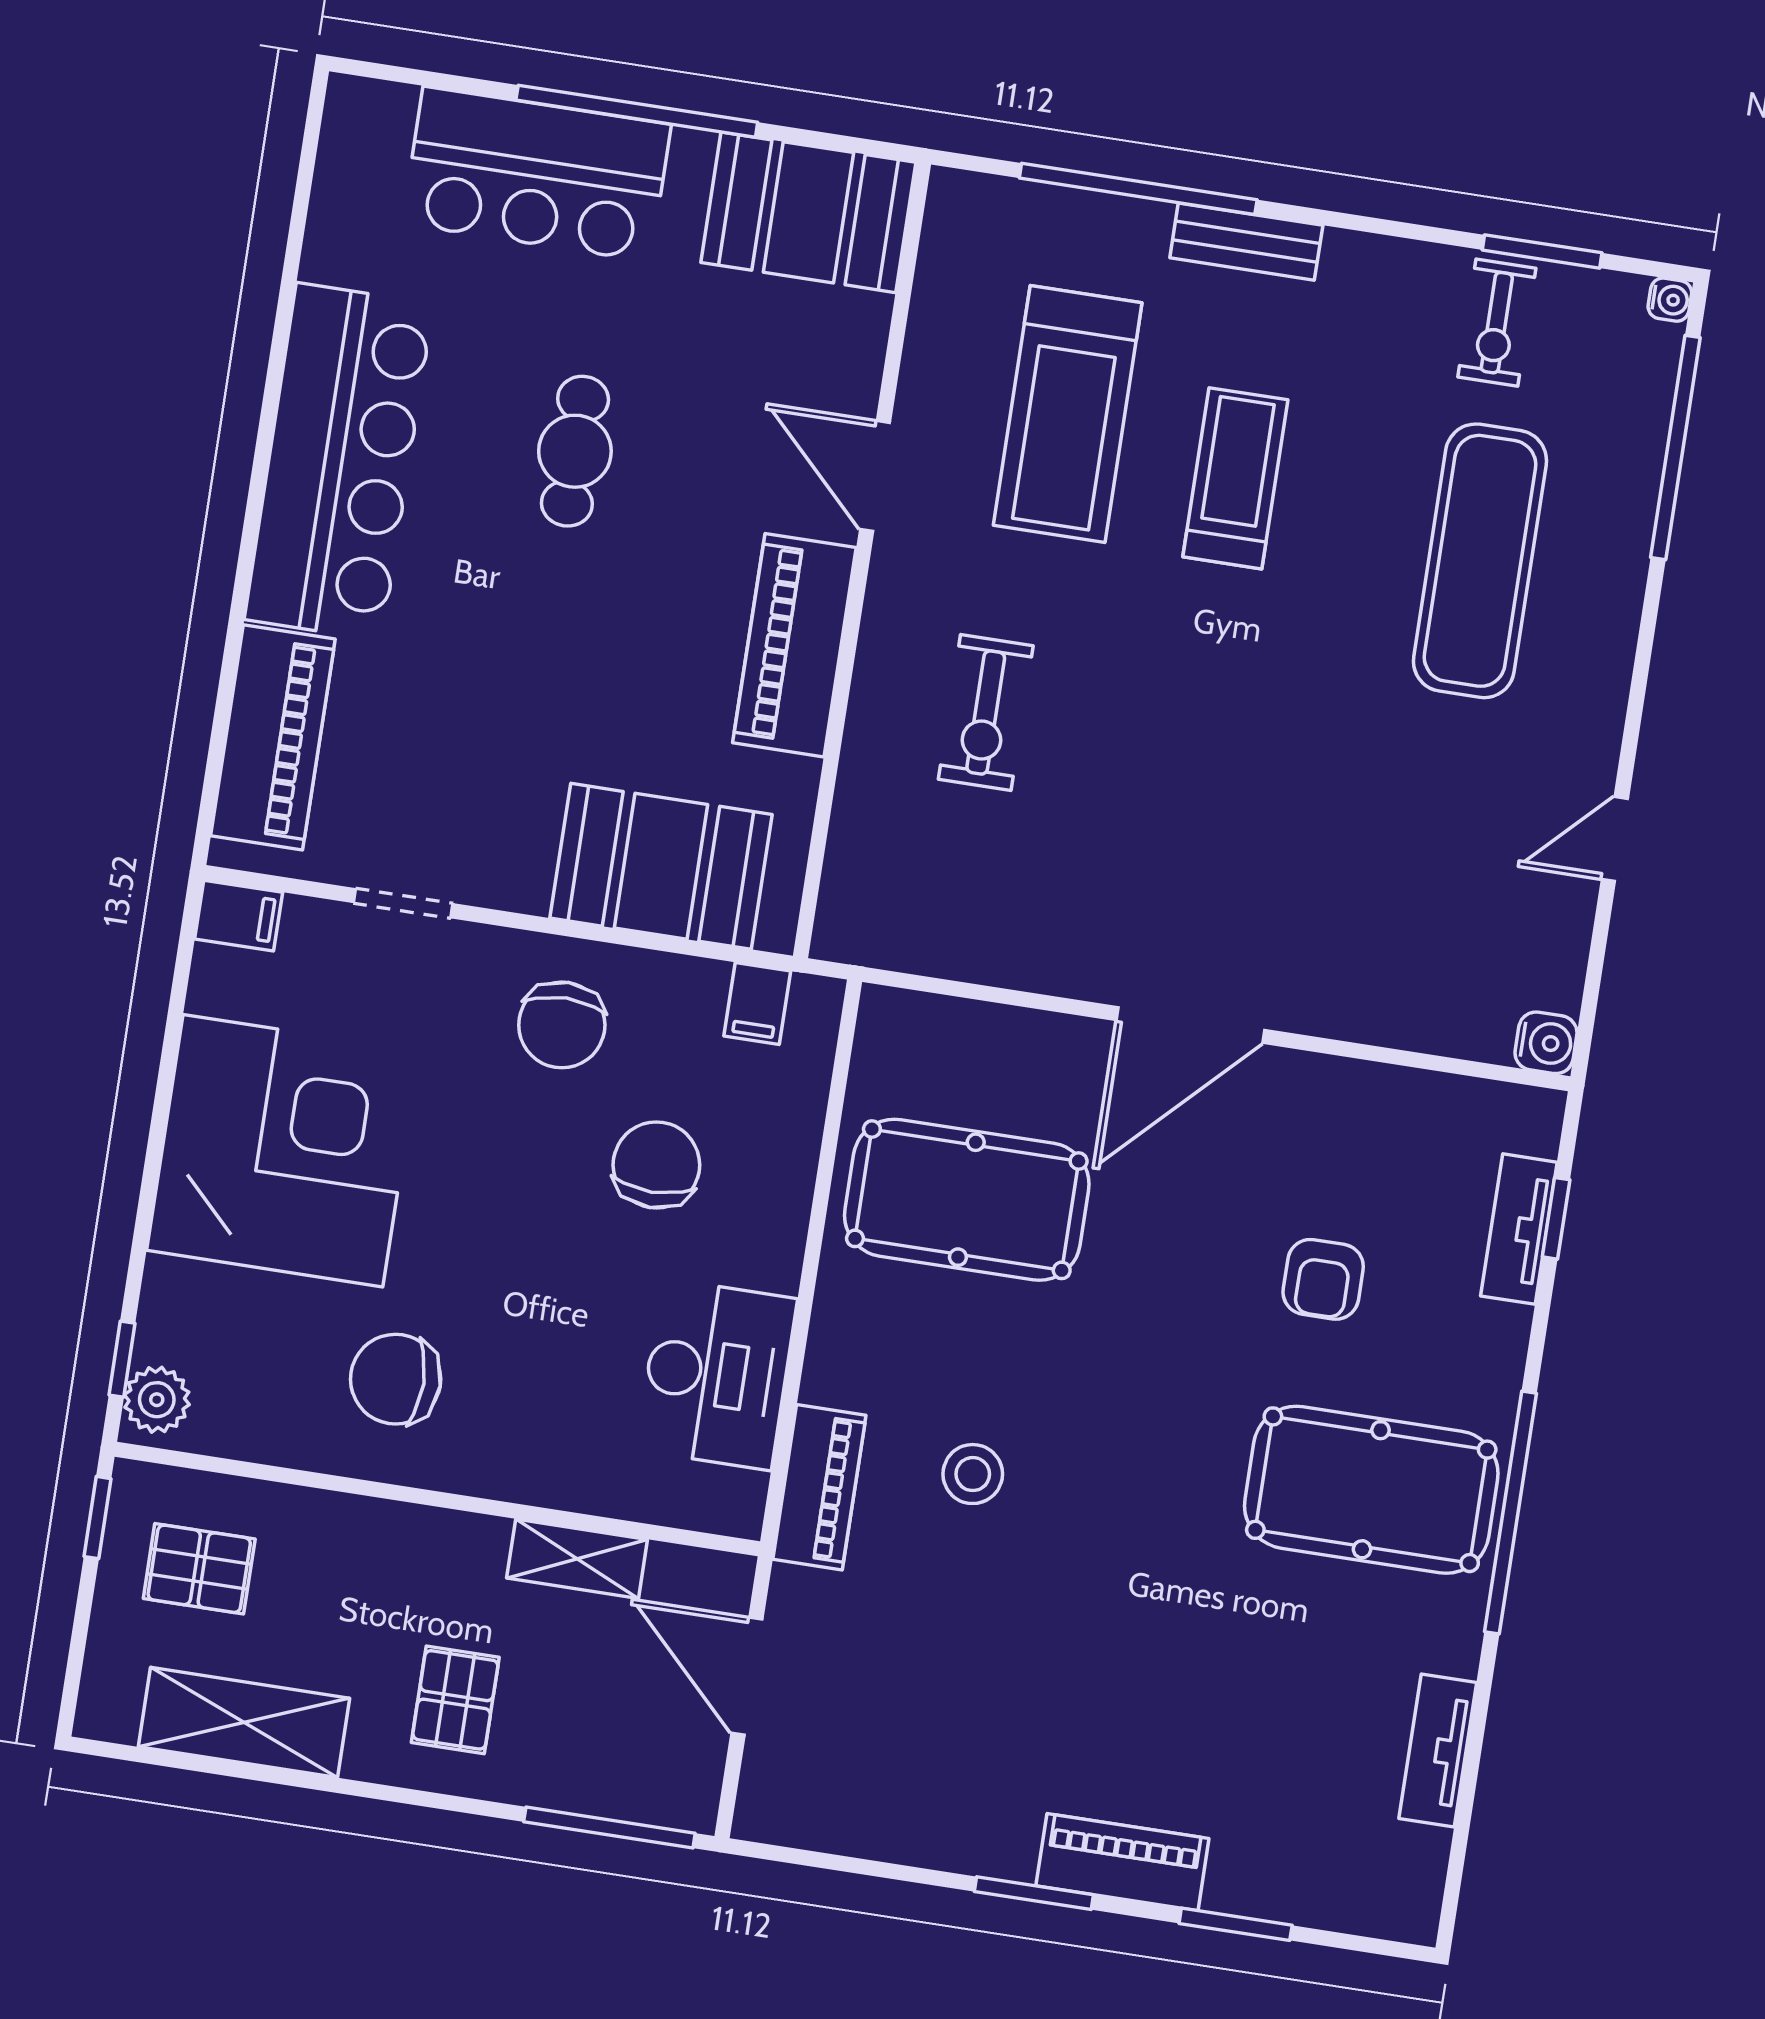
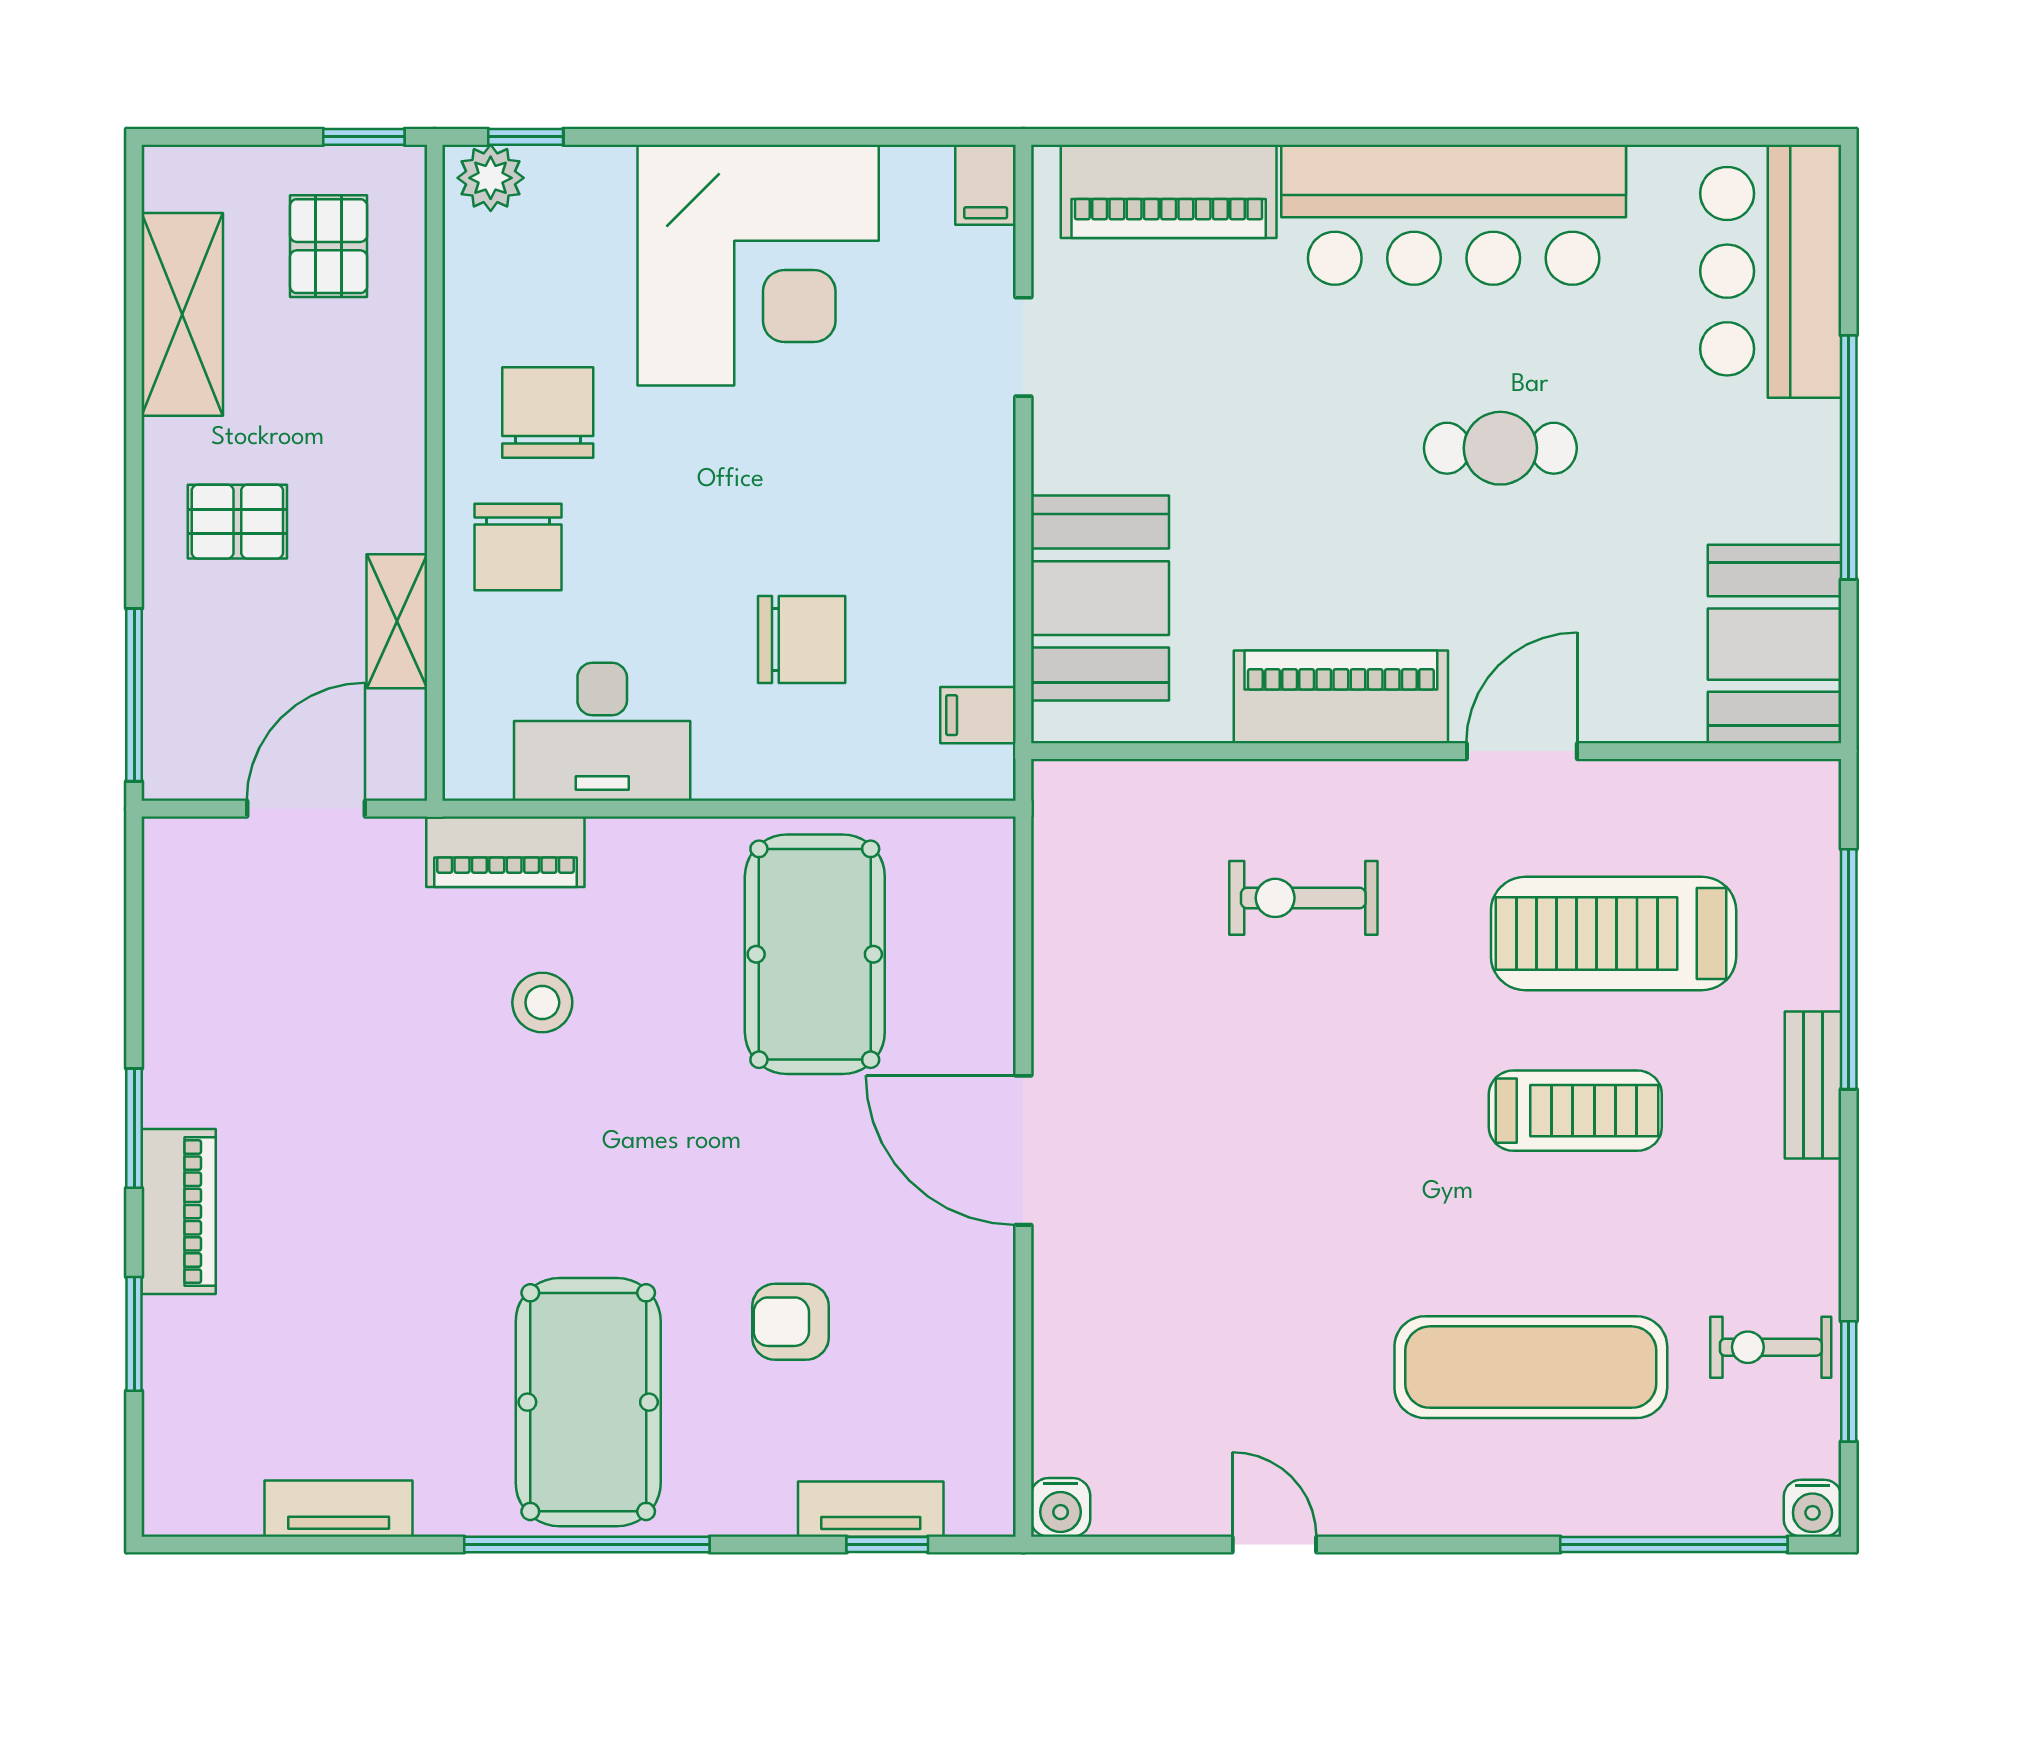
bar counter: (537, 174) -> (1771, 271), moved
water cooler: (1670, 300) -> (1812, 1508), width x1.38, depth x1.38
chair: (562, 1025) -> (518, 547), moved, turned -90

